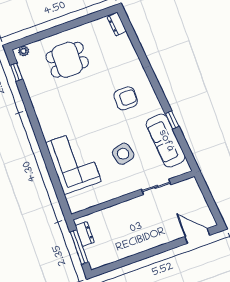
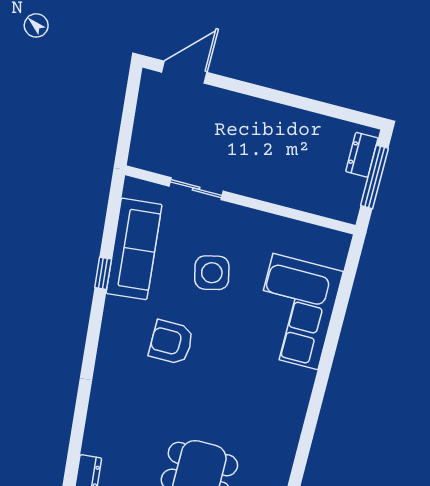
armchair: (126, 98) -> (171, 342), moved
dresser: (85, 234) -> (362, 155), moved
door: (197, 236) -> (184, 72), swing flipped

